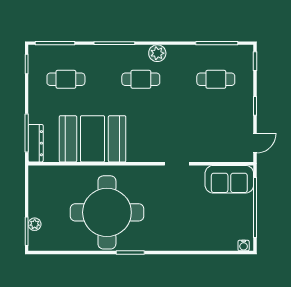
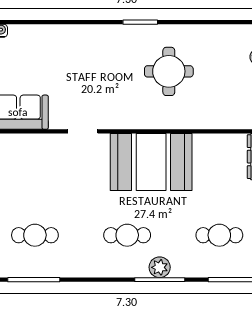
plant: (157, 53) -> (160, 267), moved
booth: (93, 139) -> (151, 162), moved
round table: (107, 212) -> (169, 71), width x0.54, depth x0.54

